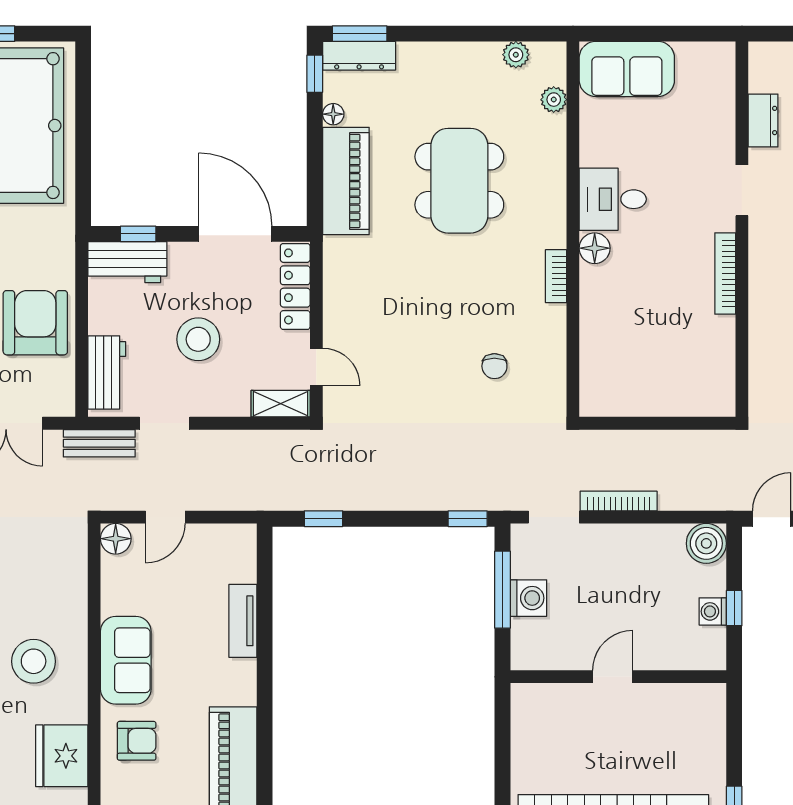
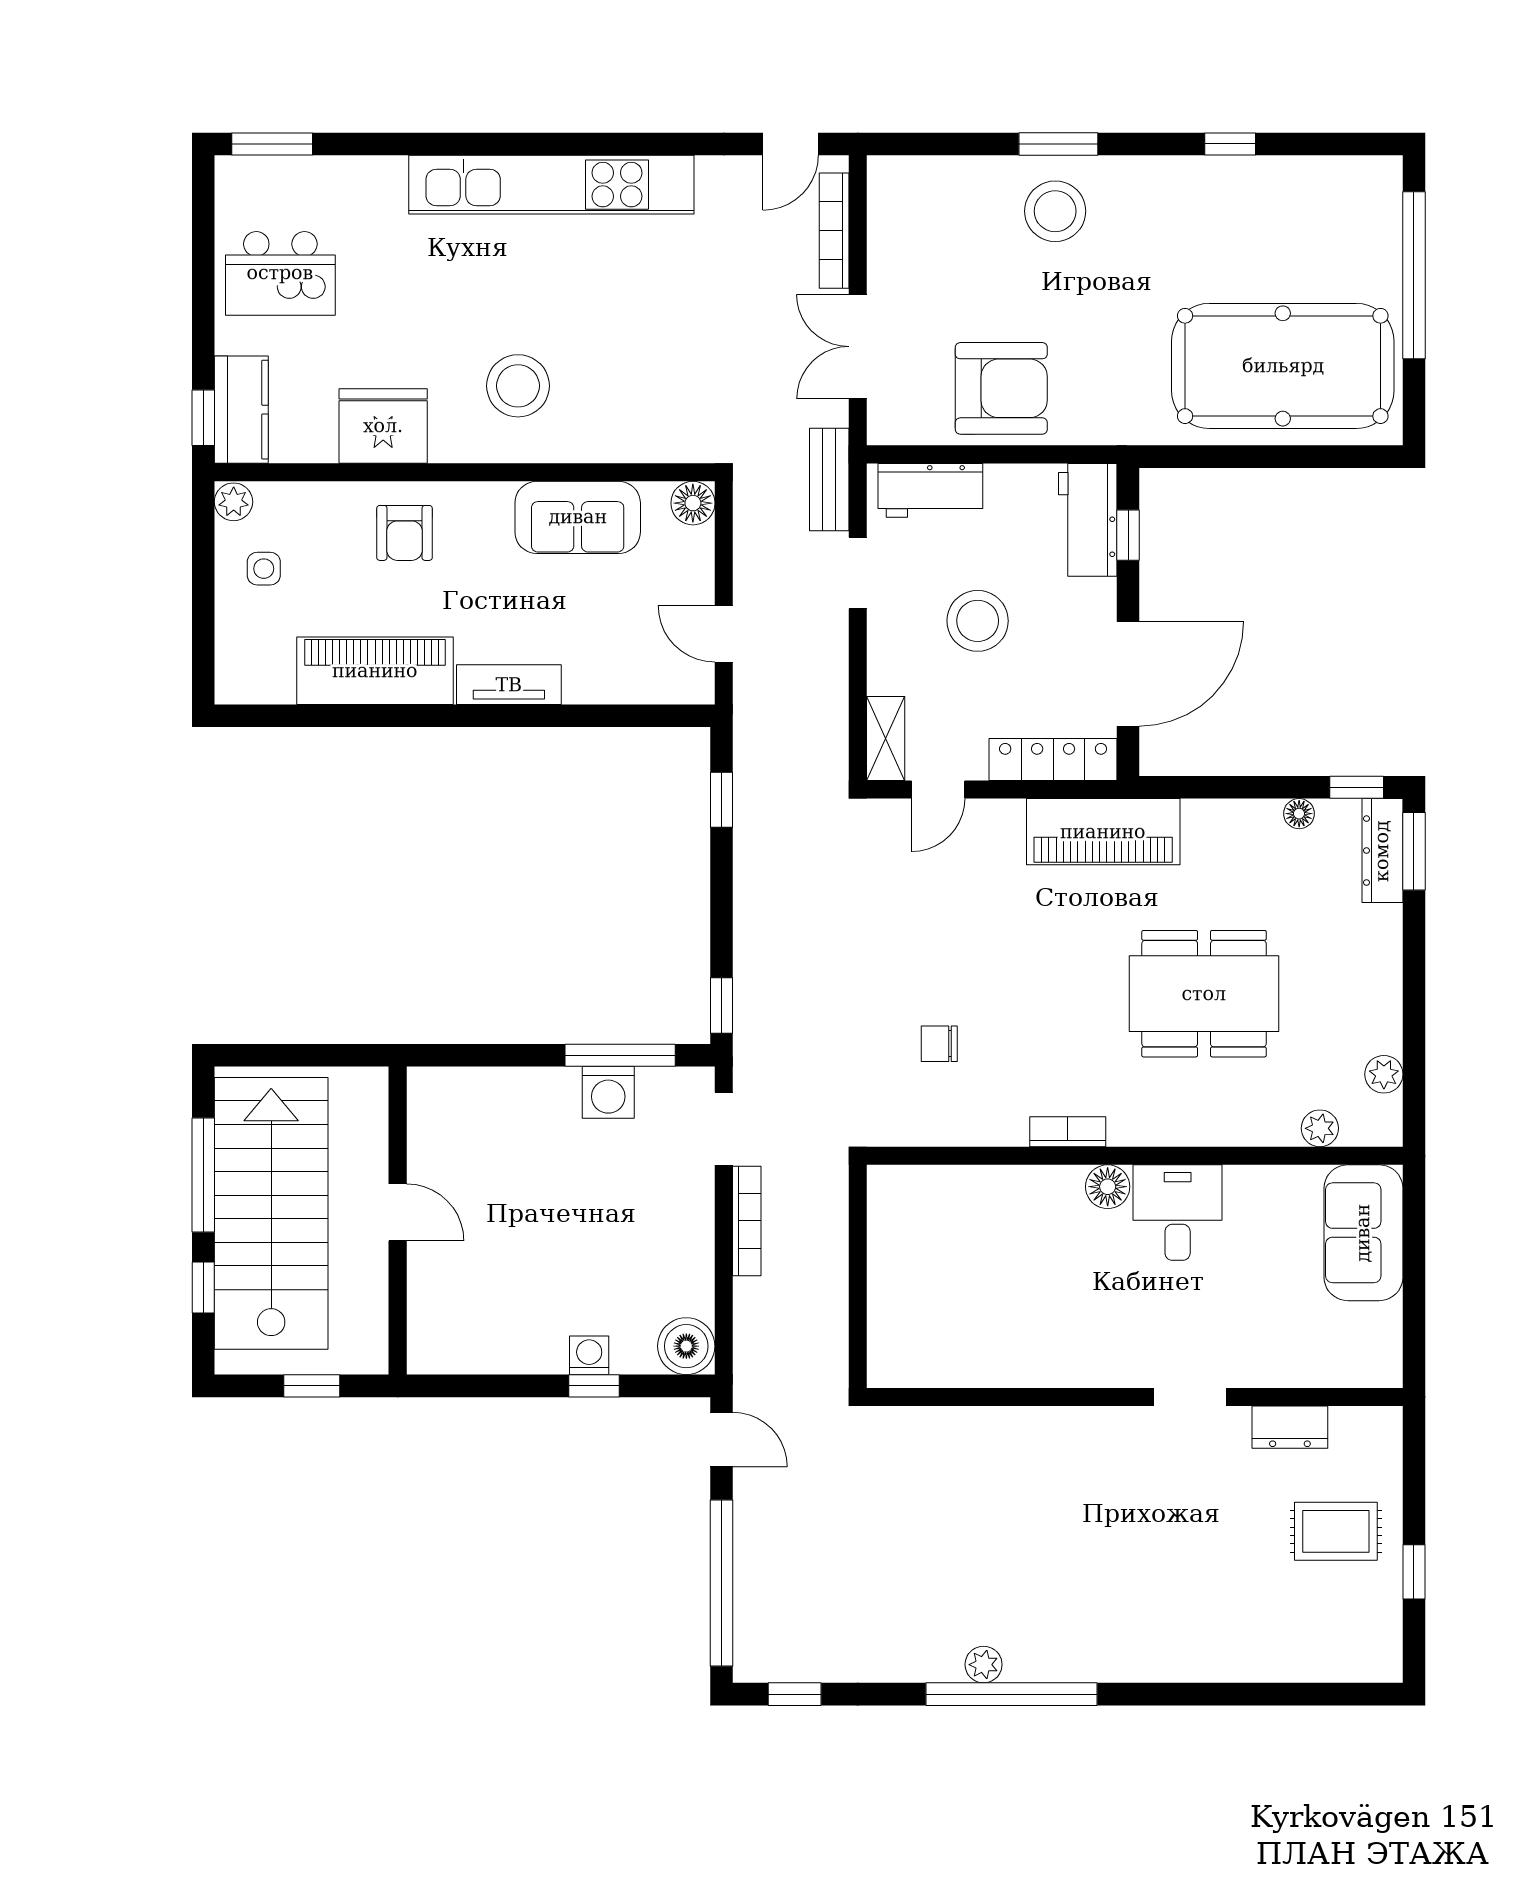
piano: (346, 181) -> (1103, 832), moved
bookcase: (725, 273) -> (1072, 1373), removed
door: (165, 517) -> (724, 634), moved
tv unit: (243, 621) -> (509, 685), moved
sofa: (126, 660) -> (578, 517), moved
door: (613, 677) -> (398, 1212), moved
wall: (618, 677) -> (398, 1221), moved

